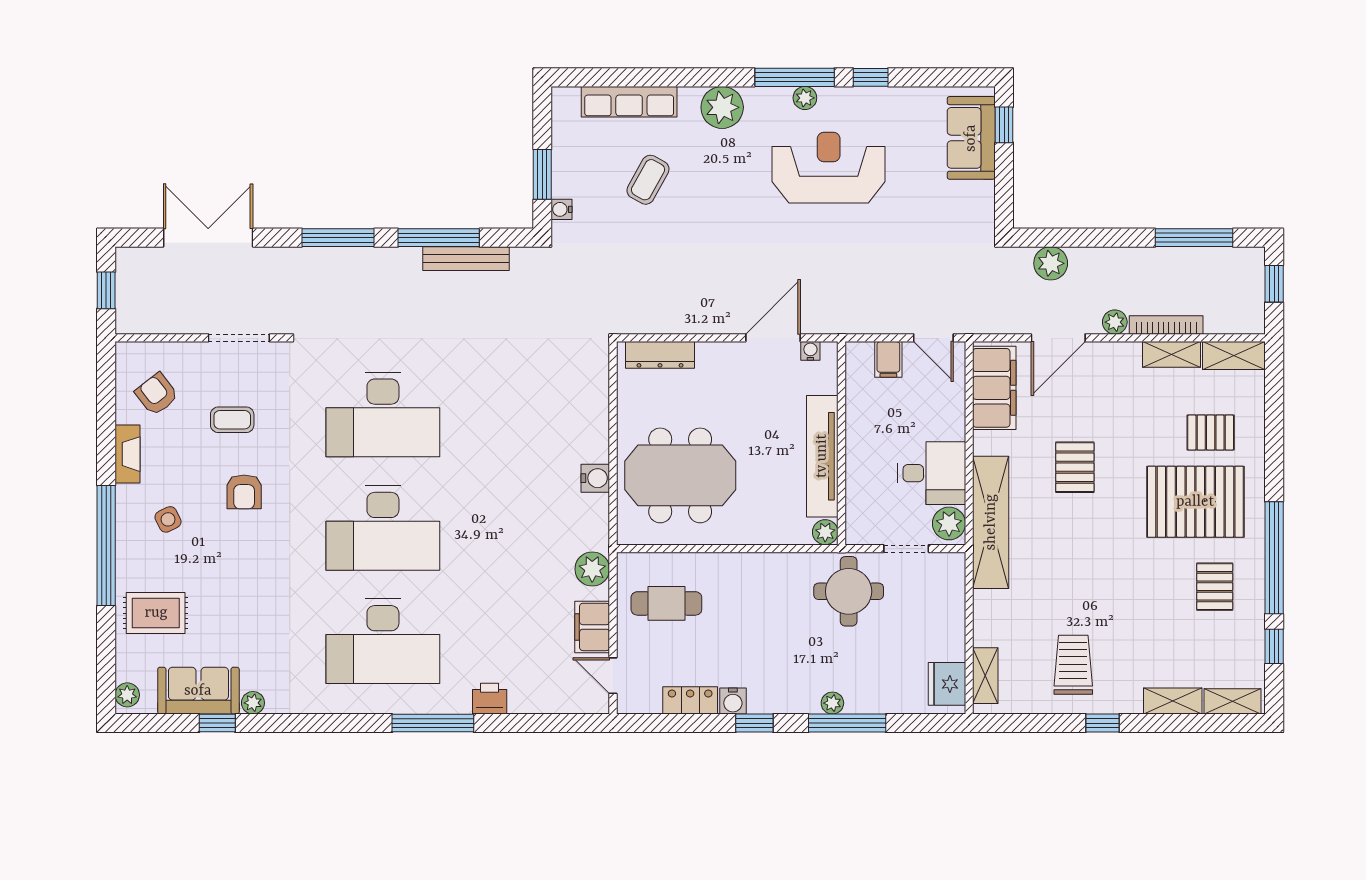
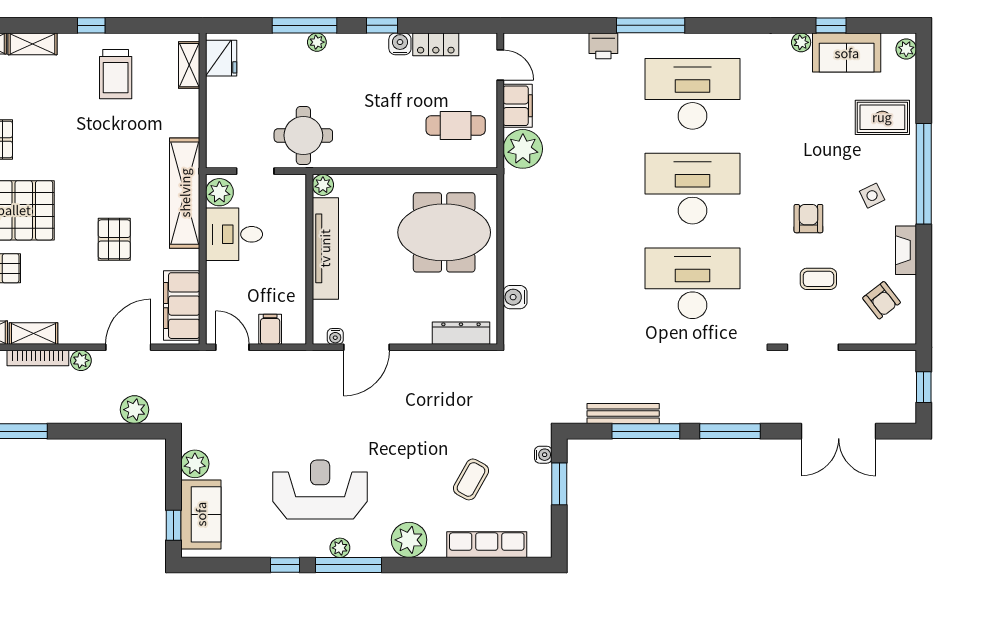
reception desk: (829, 168) -> (320, 490), turned 180
plant: (978, 198) -> (195, 464), added
water cooler: (595, 478) -> (515, 297), moved
plant: (592, 569) -> (523, 149), width x1.36, depth x1.36

